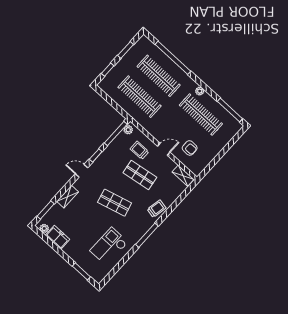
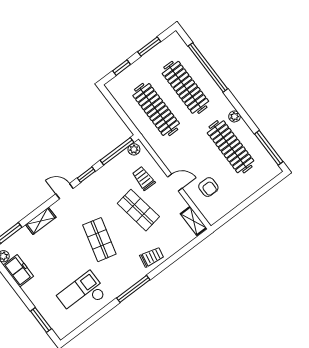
shop shelf: (115, 203) -> (99, 240), turned 30

